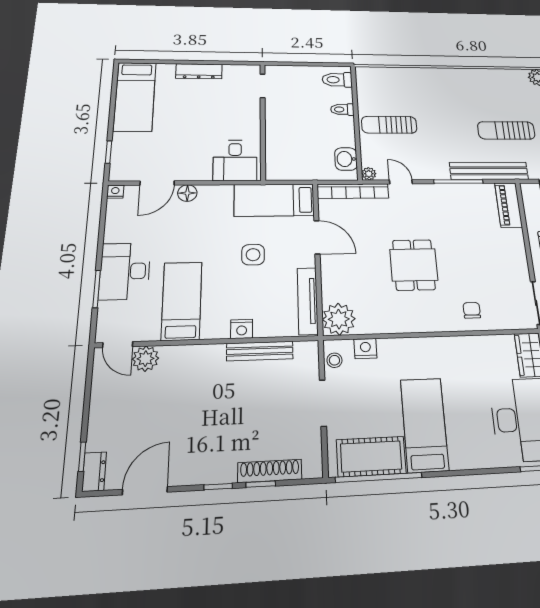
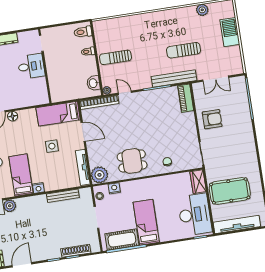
desk: (235, 160) -> (31, 66), moved, turned -90
dining table: (414, 265) -> (132, 161), moved, turned 90
nightstand: (242, 329) -> (38, 188), moved

